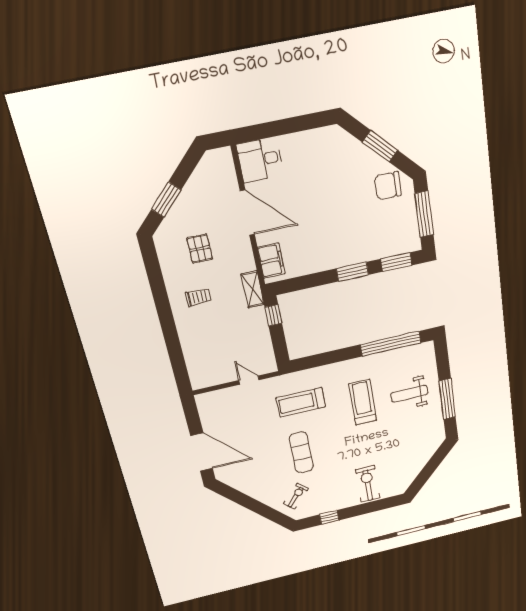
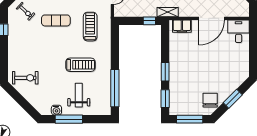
water cooler: (436, 419) -> (56, 110), added
exercise bike: (368, 484) -> (25, 78), moved

